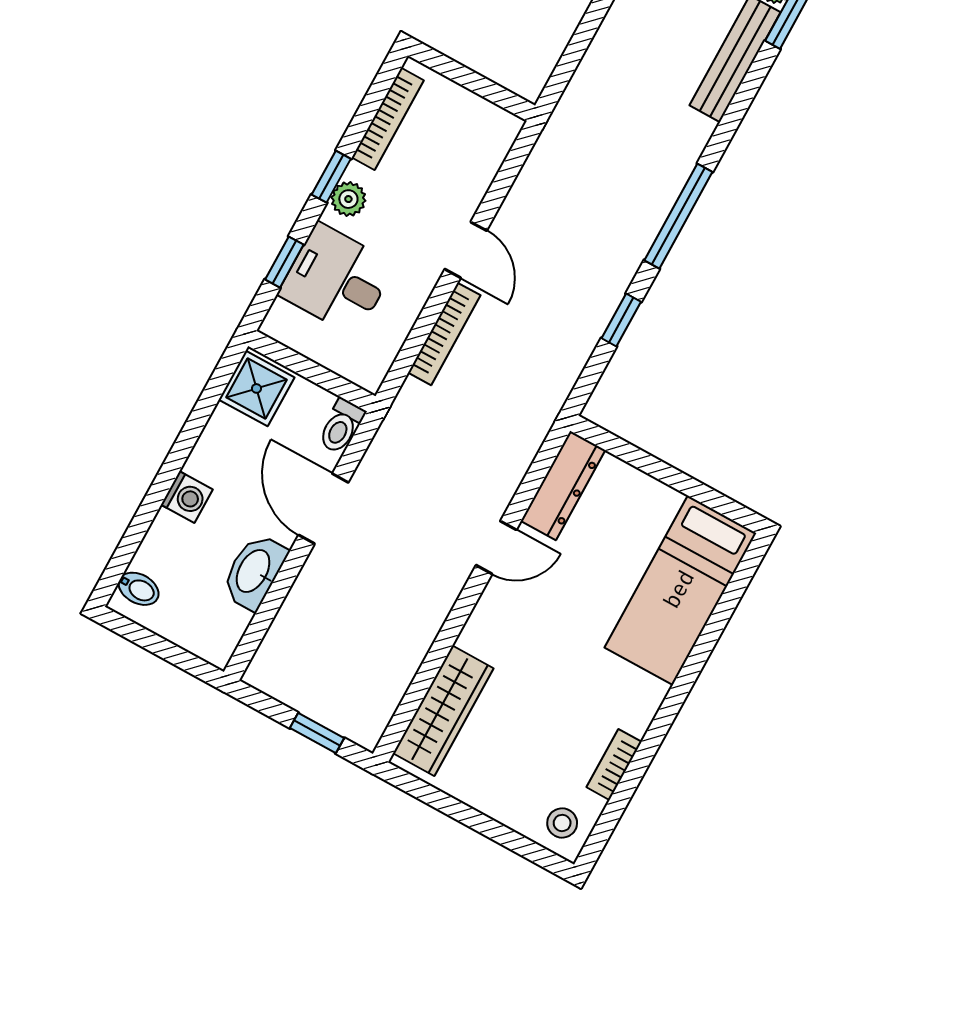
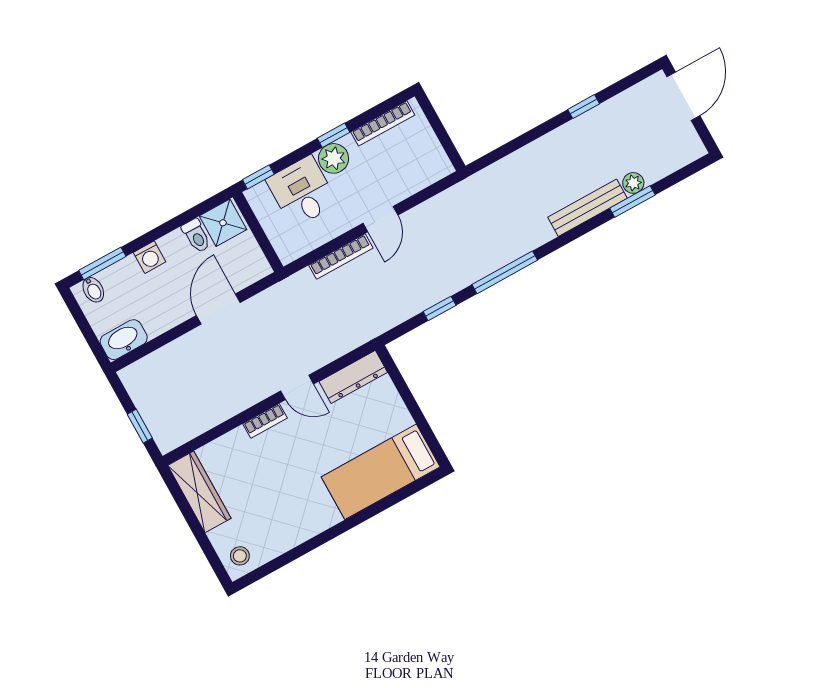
plant: (348, 199) -> (334, 158), width x1.38, depth x1.38
window: (284, 262) -> (258, 177), moved
toilet: (341, 426) -> (196, 236), moved, turned -90
window: (128, 546) -> (102, 263), added
washbasin: (254, 572) -> (124, 340), moved
wardrobe: (443, 711) -> (199, 492), moved, turned -90
bookcase: (614, 764) -> (265, 421), moved, turned 180

